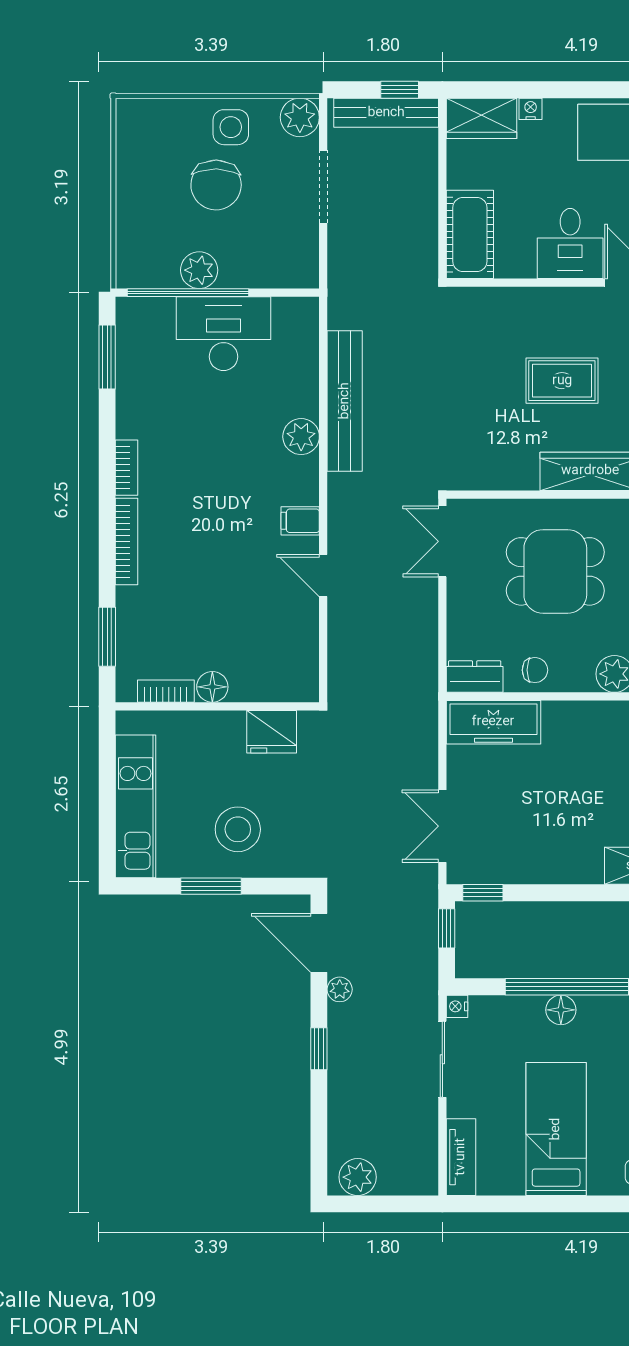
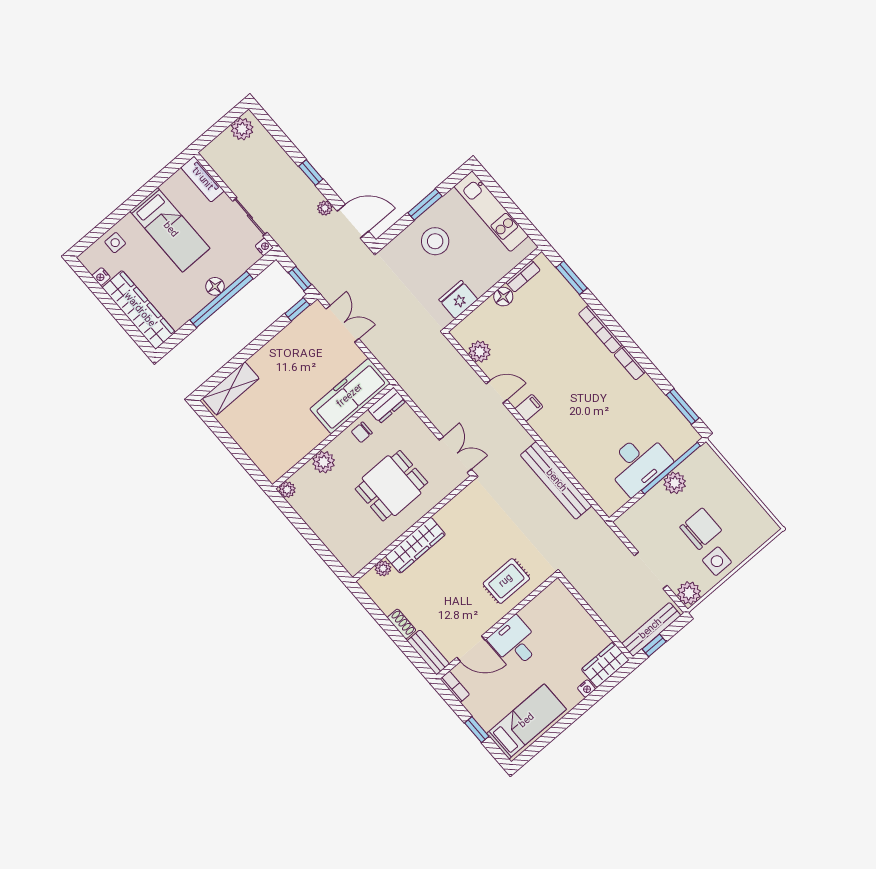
chair: (216, 185) -> (701, 529), turned 89
cot: (470, 234) -> (564, 607), removed
rug: (562, 381) -> (506, 581), moved
plant: (301, 437) -> (480, 352), moved
freezer: (493, 722) -> (350, 396), width x1.36, depth x1.26

